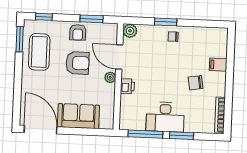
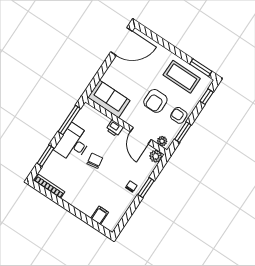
door: (119, 57) -> (141, 136), swing flipped
filing cabinet: (218, 65) -> (100, 215), moved
plant: (110, 77) -> (162, 141), moved
chair: (196, 83) -> (95, 161), moved
sofa: (78, 116) -> (109, 99), moved, turned -90
window: (181, 136) -> (46, 156), moved

